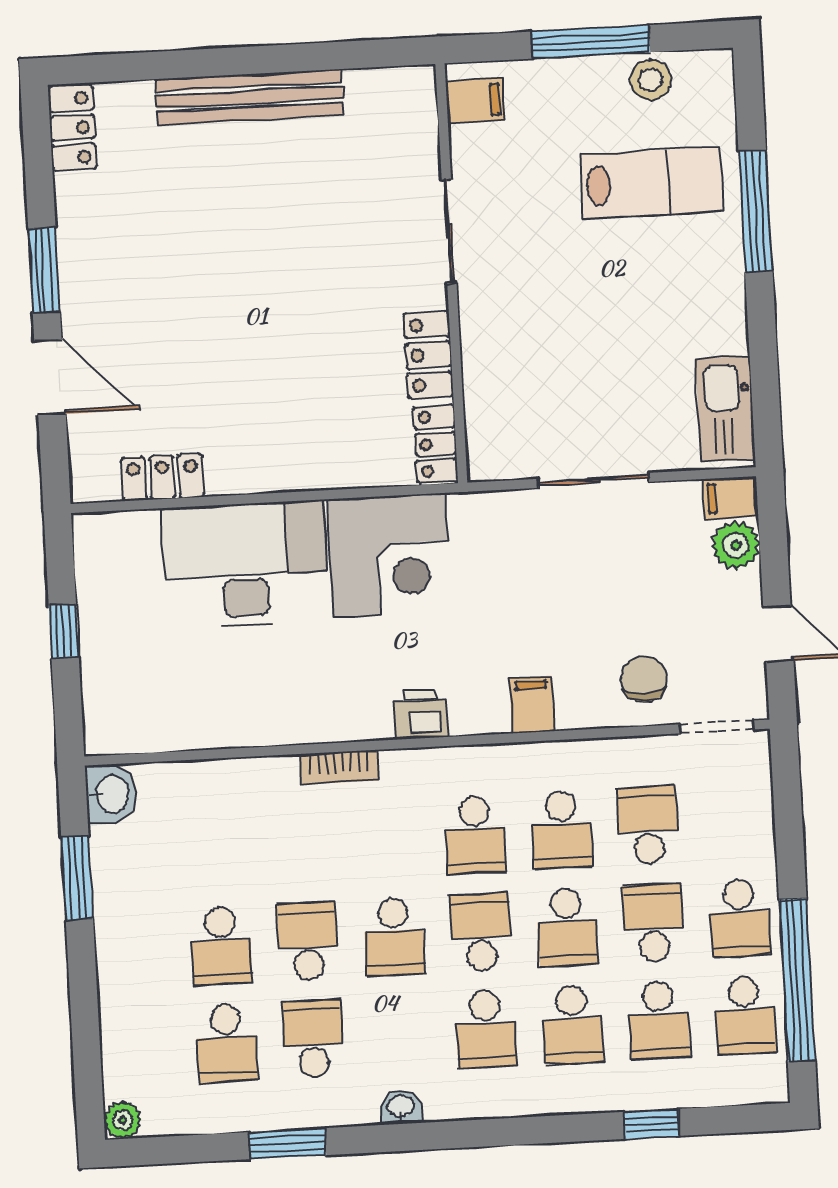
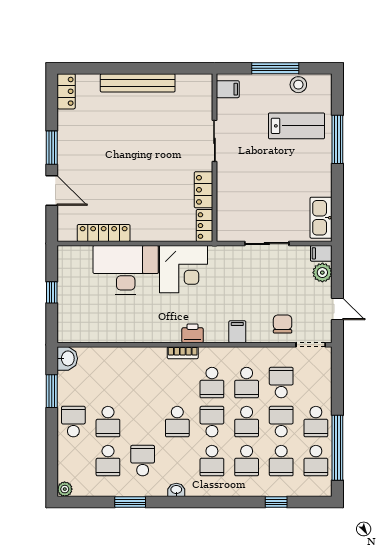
locker: (162, 477) -> (104, 233), width x1.53
bookcase: (339, 767) -> (183, 353), moved
school desk: (308, 941) -> (73, 422), moved

